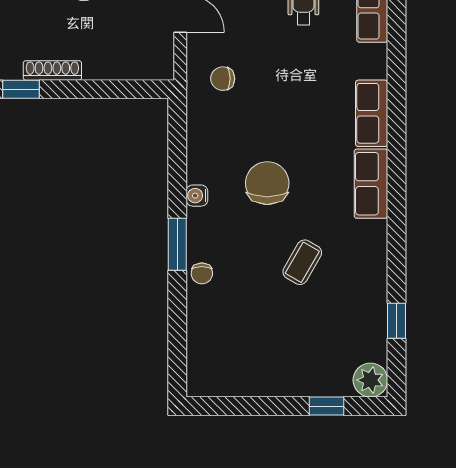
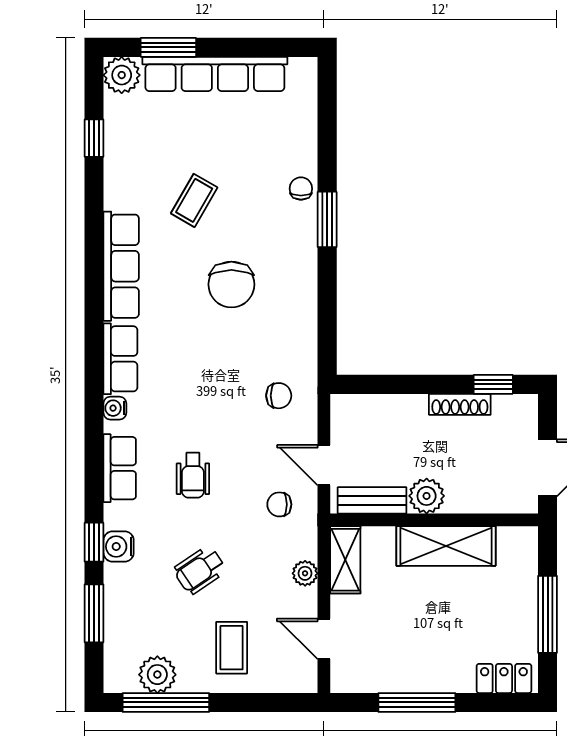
row of seats: (371, 184) -> (121, 266), width x1.48
water cooler: (197, 196) -> (115, 408), moved, turned 180
row of seats: (283, 381) -> (215, 74), added
window: (327, 406) -> (168, 47), width x1.50

